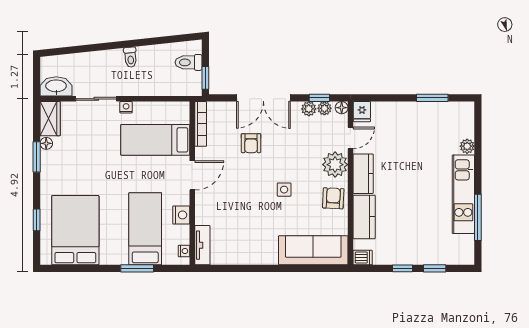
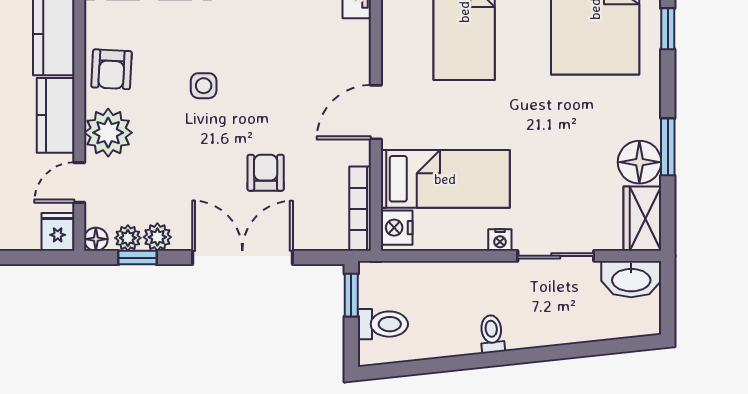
floor lamp: (46, 143) -> (639, 162), width x1.89, depth x1.89
nightstand: (181, 215) -> (397, 228), moved

